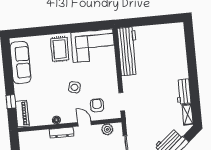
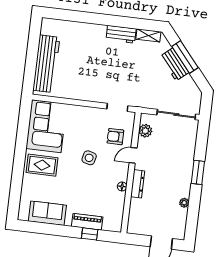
workbench: (128, 51) -> (46, 64), moved, turned 90
sofa: (20, 62) -> (47, 213), width x0.73
piano: (22, 114) -> (87, 222), moved

